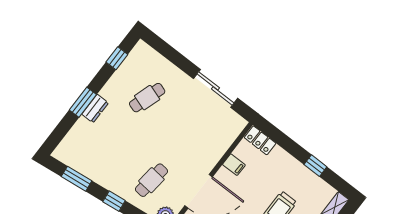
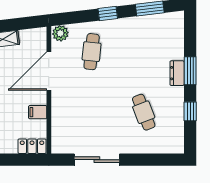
window: (117, 58) -> (190, 111), moved
cafe table: (147, 98) -> (144, 112), turned -39

